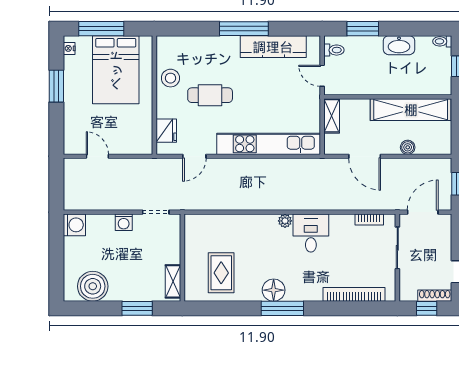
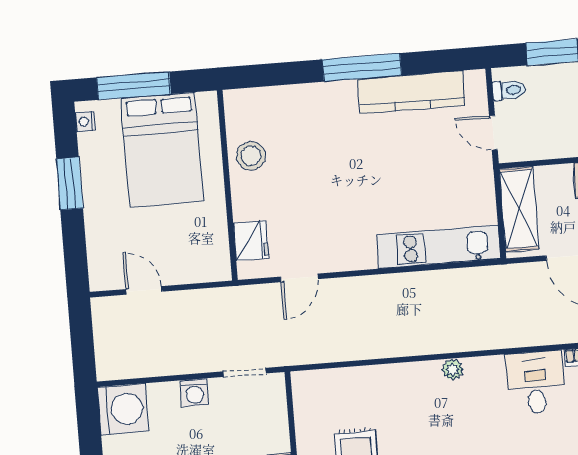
cafe table: (210, 95) -> (316, 178), removed
shelving: (332, 116) -> (519, 209), width x1.50, depth x1.33
kitchen unit: (269, 144) -> (439, 247), width x0.73
washing machine: (74, 225) -> (123, 409), width x1.37, depth x1.37
desk: (311, 233) -> (536, 383), moved

